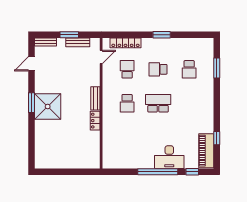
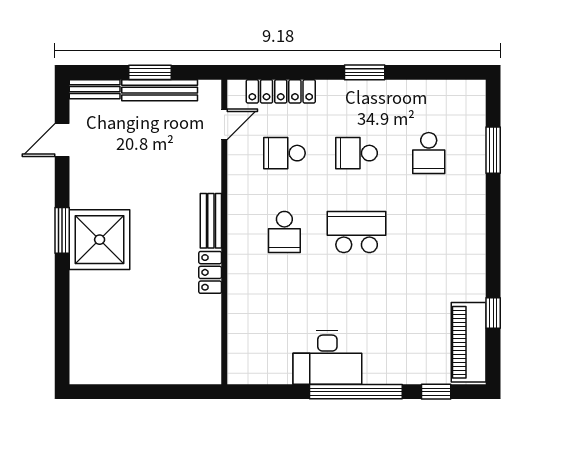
bench: (78, 42) -> (160, 90), width x1.36
school desk: (127, 69) -> (284, 153), turned -90
desk: (169, 157) -> (327, 358), moved

